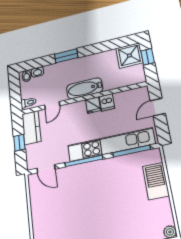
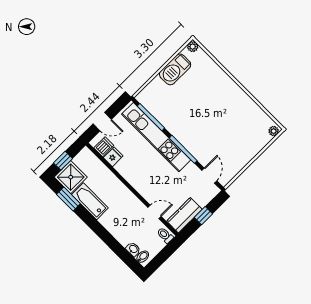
window: (66, 56) -> (68, 199), moved
bathtub: (85, 88) -> (90, 201), moved, turned 180
dishwasher: (107, 102) -> (104, 147), moved
fridge: (93, 105) -> (113, 157), moved
barbecue: (156, 181) -> (175, 69), moved

